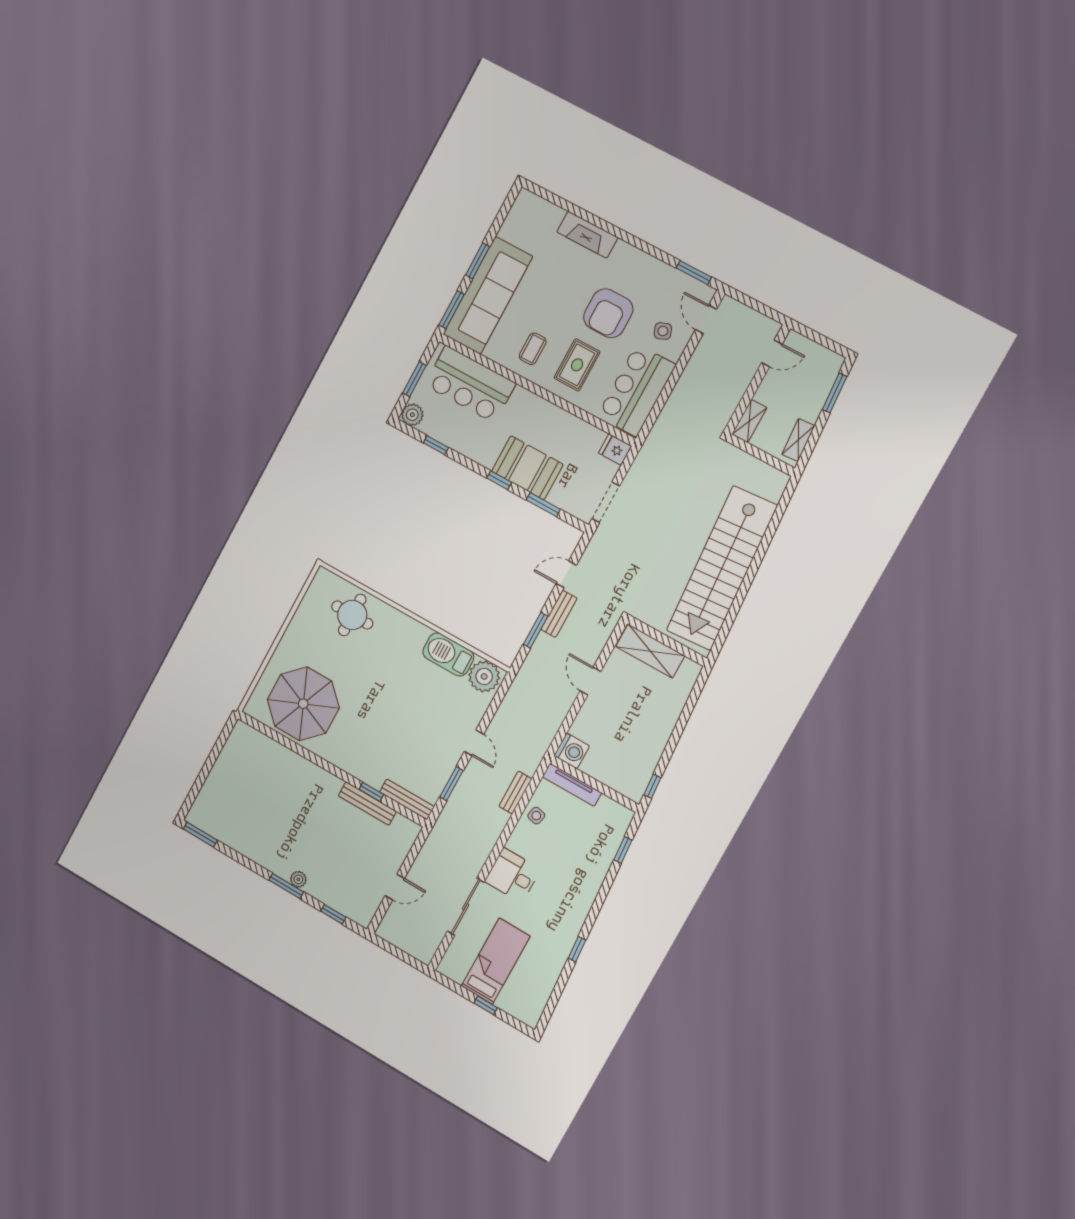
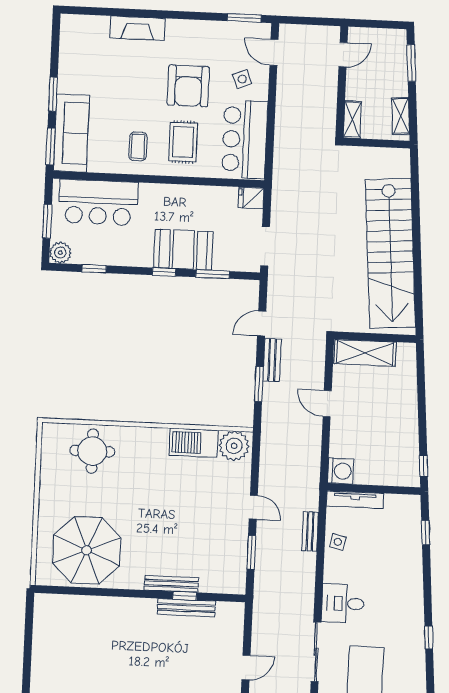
sofa: (488, 295) -> (71, 133), width x0.74, depth x0.79
bench: (407, 799) -> (171, 584), moved

